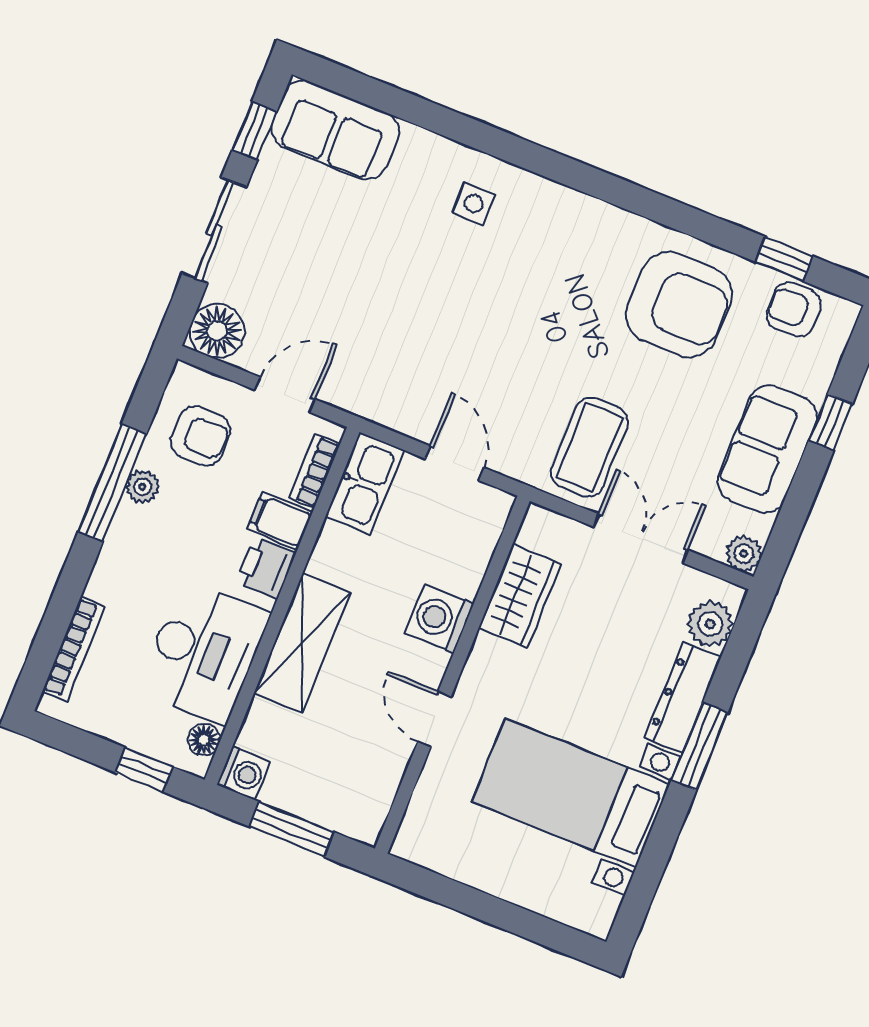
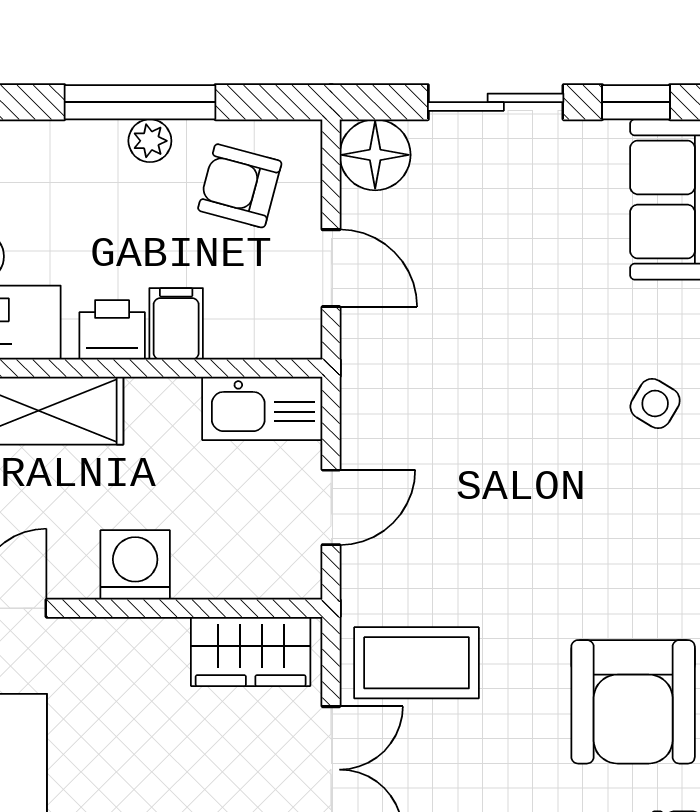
side table: (474, 204) -> (655, 403), turned 31
armchair: (200, 436) -> (240, 186), turned 105
bookcase: (314, 471) -> (253, 341), removed
wardrobe: (520, 596) -> (251, 651), moved

